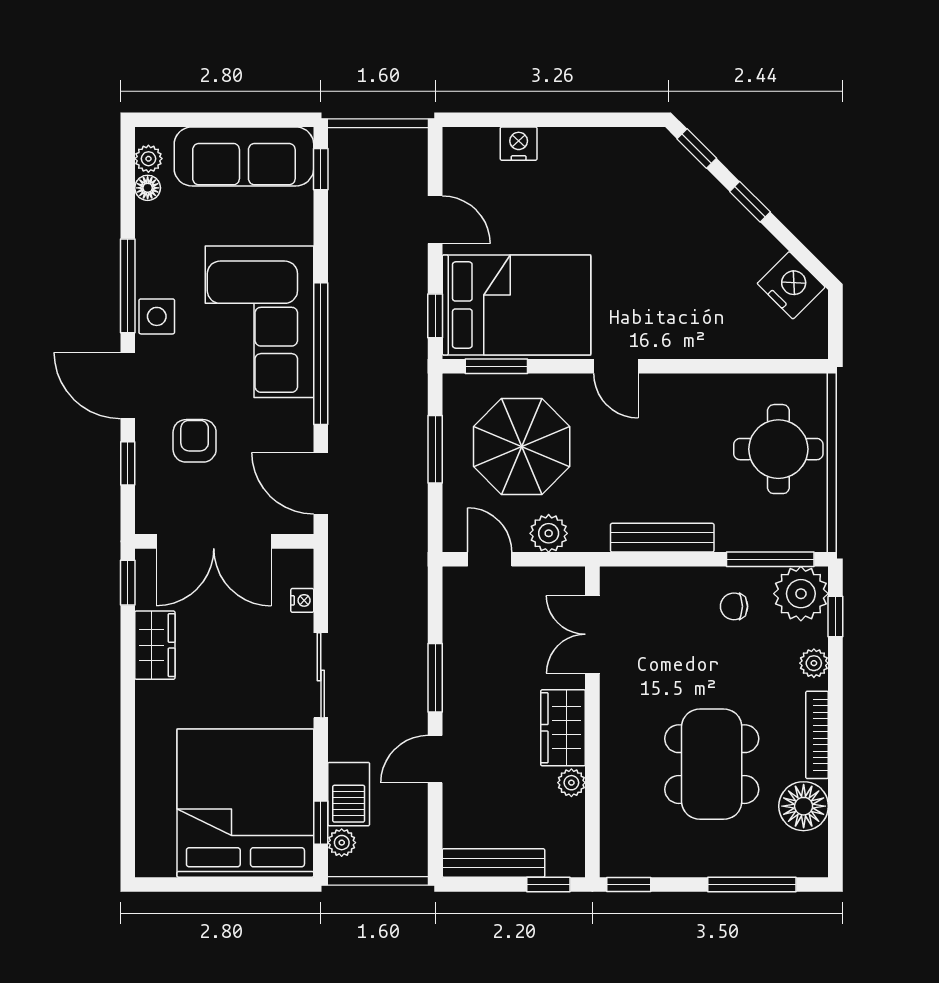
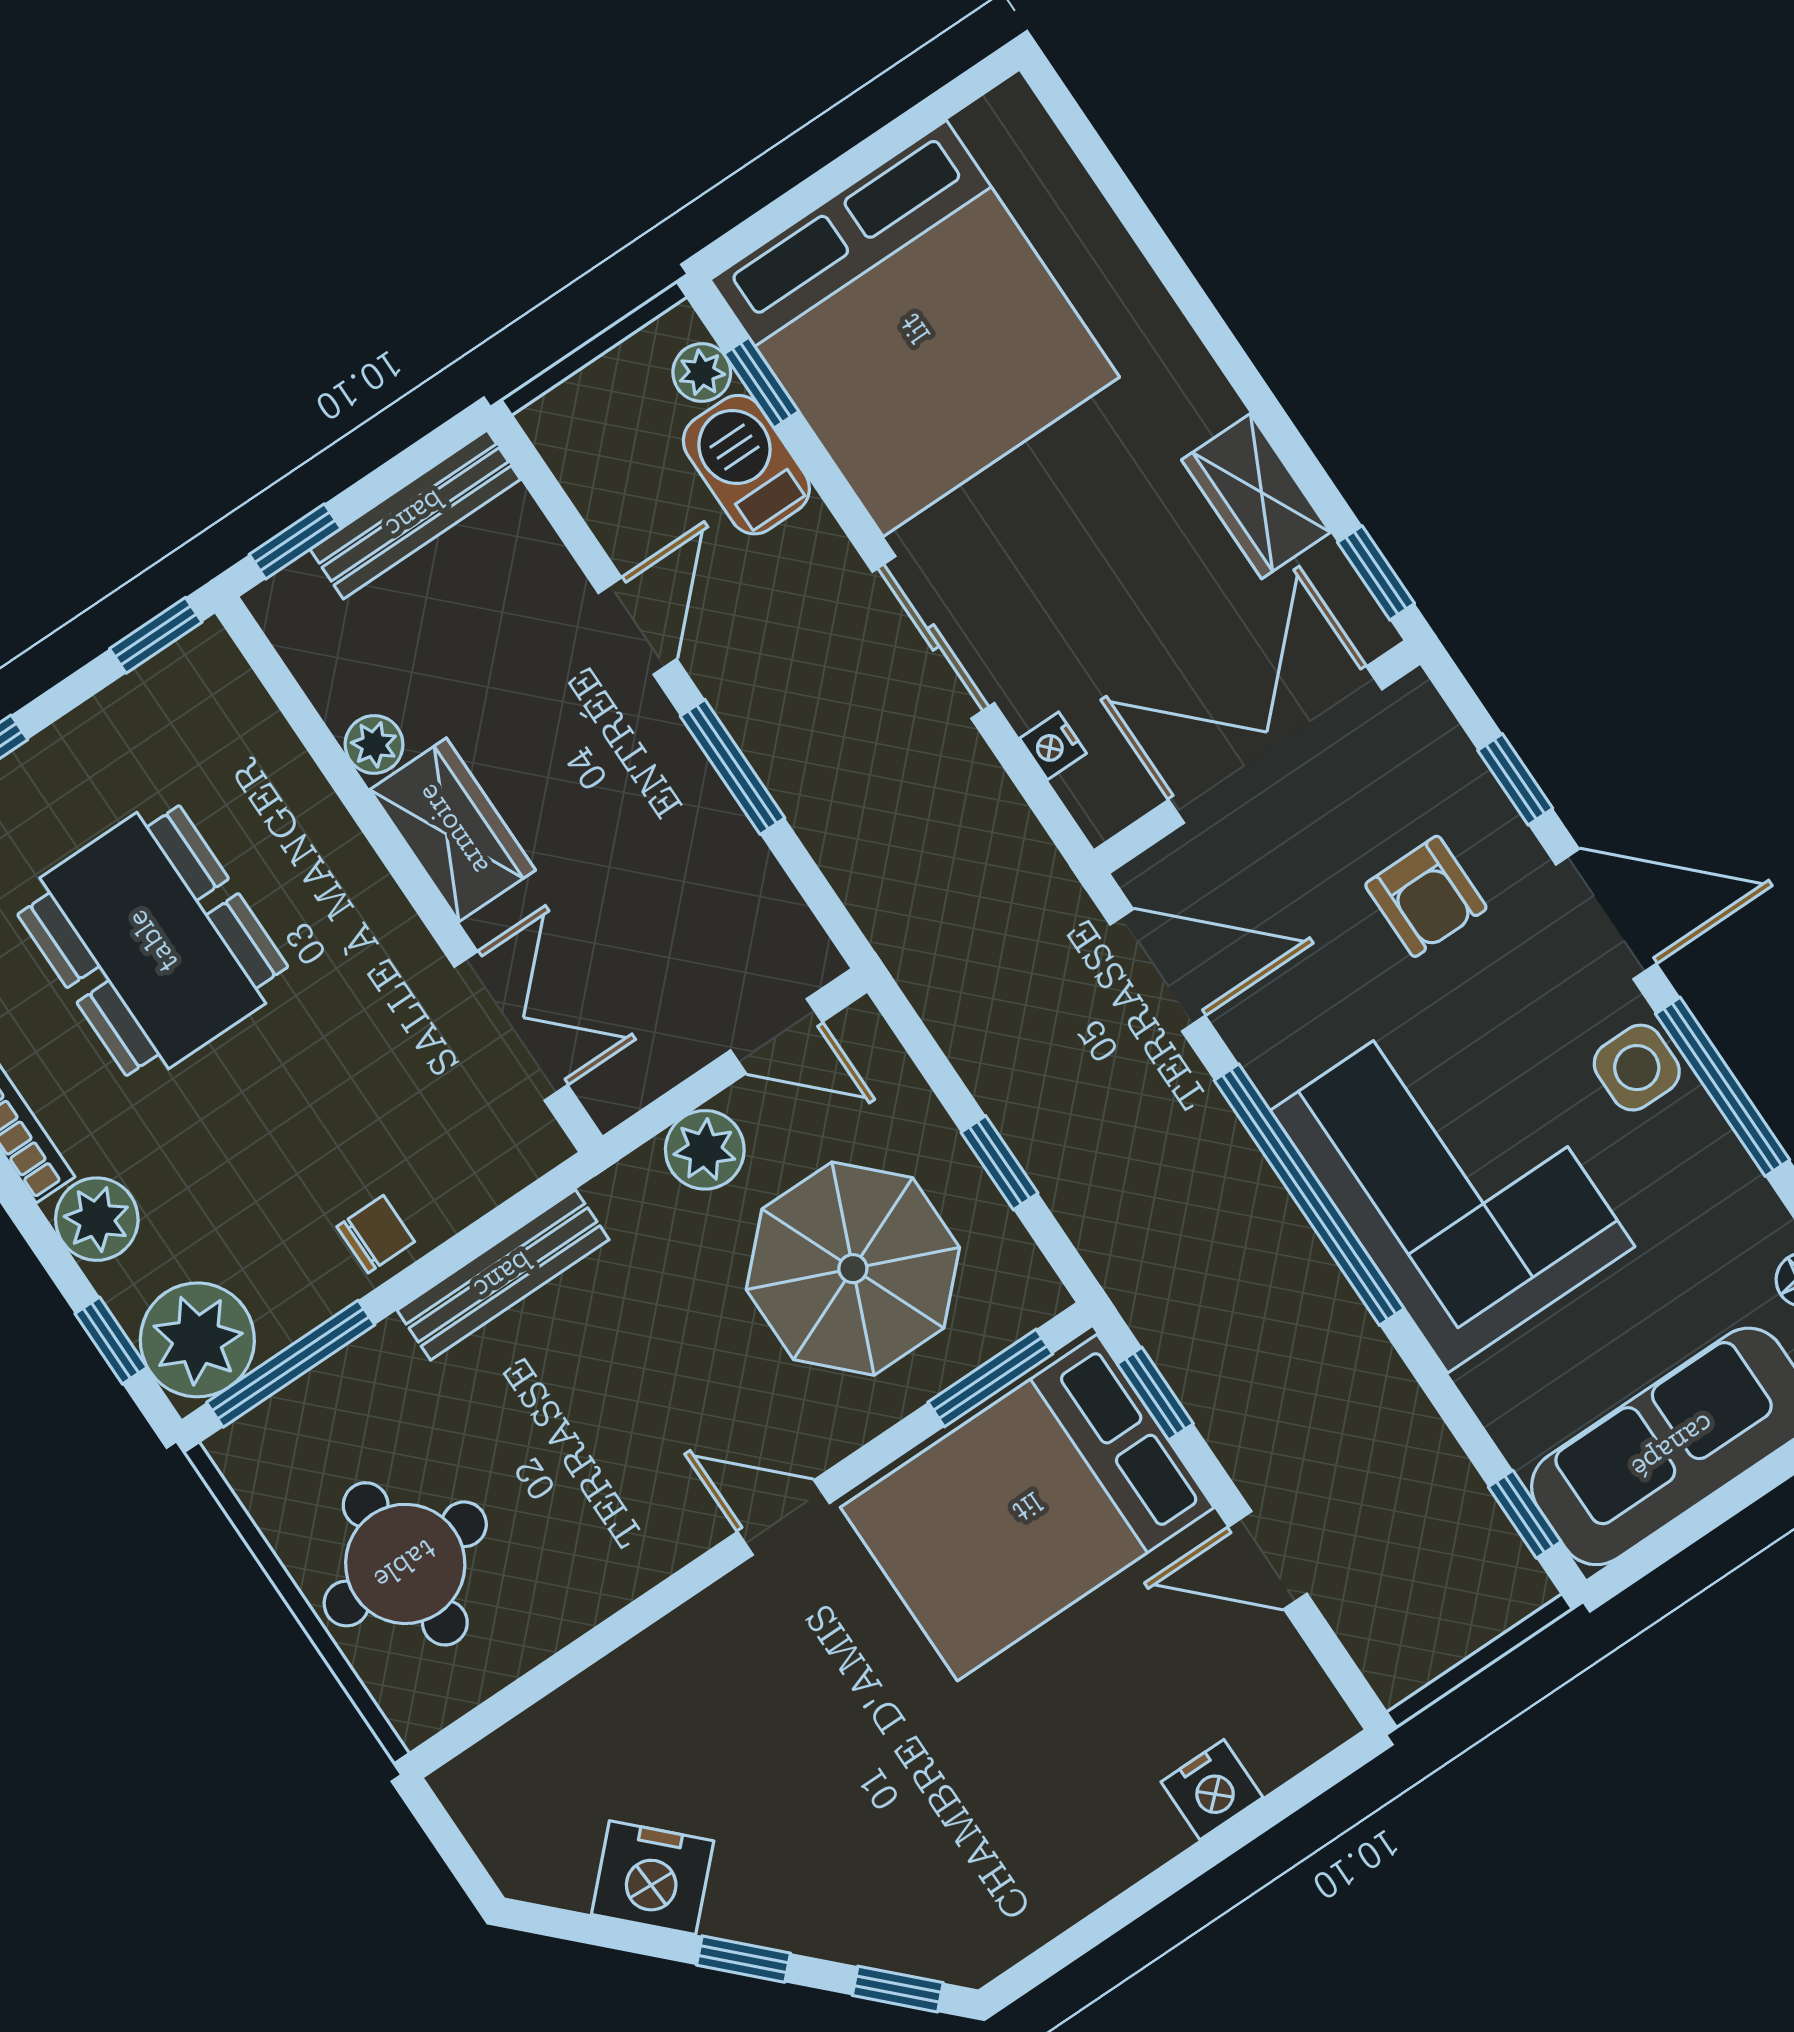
nightstand: (791, 285) -> (653, 1878), moved
window: (435, 449) -> (1000, 1163), width x0.67
chair: (734, 606) -> (376, 1234), moved
plant: (814, 663) -> (97, 1219), width x1.38, depth x1.38

